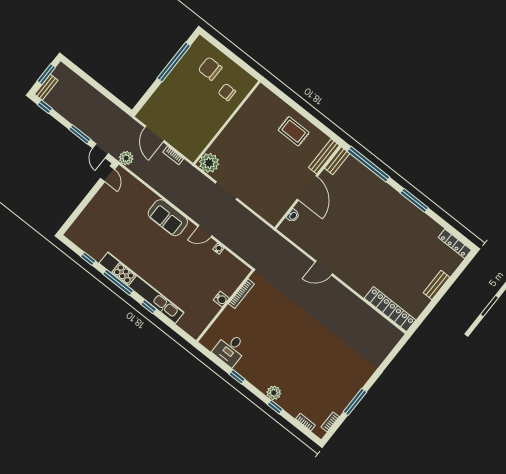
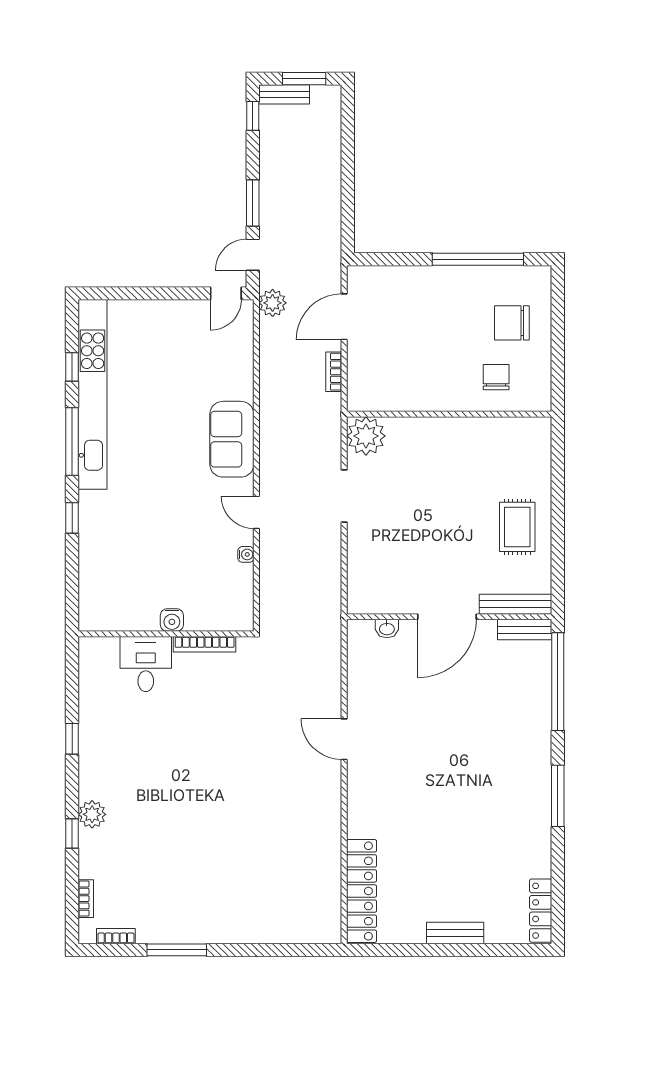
chair: (210, 69) -> (512, 323), turned -90
kitchen unit: (142, 288) -> (93, 394), moved
desk: (230, 349) -> (146, 664), moved, turned 90

